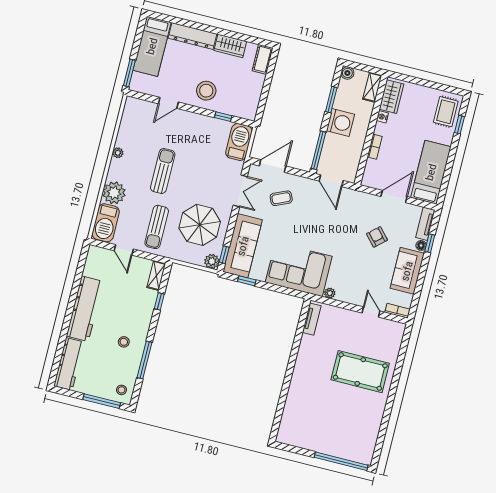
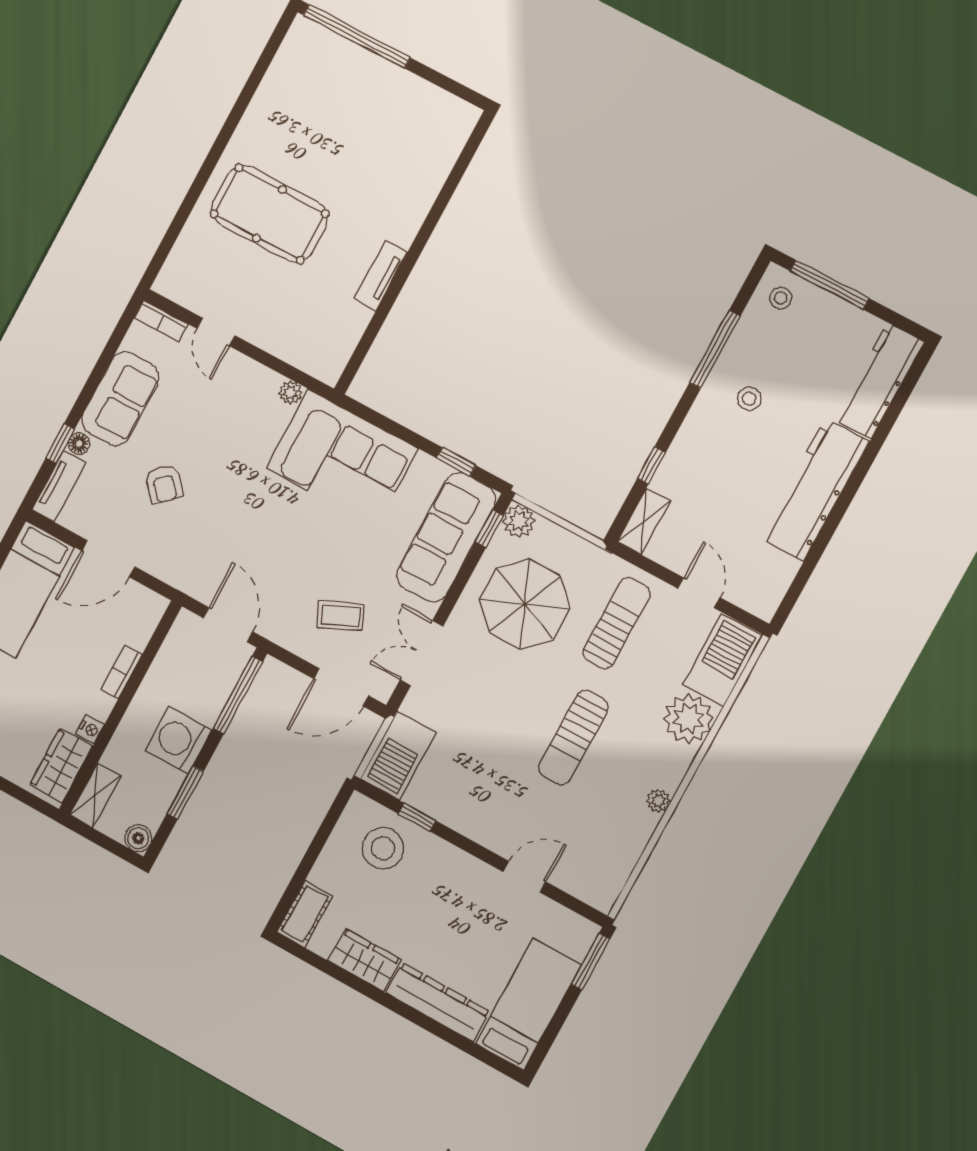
stool: (206, 91) -> (383, 848), moved
tv unit: (312, 319) -> (381, 275), moved

